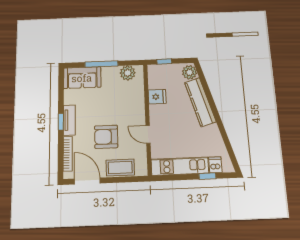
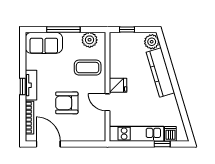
fridge: (157, 97) -> (118, 85), moved
coffee table: (120, 168) -> (88, 68), moved

